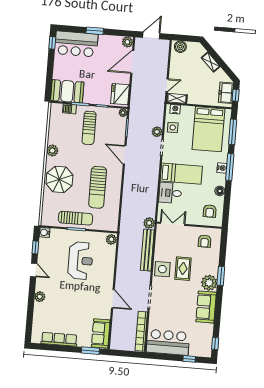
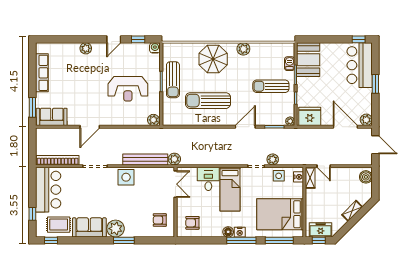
floor lamp: (220, 191) -> (228, 232), moved
rug: (183, 269) -> (59, 225), moved

